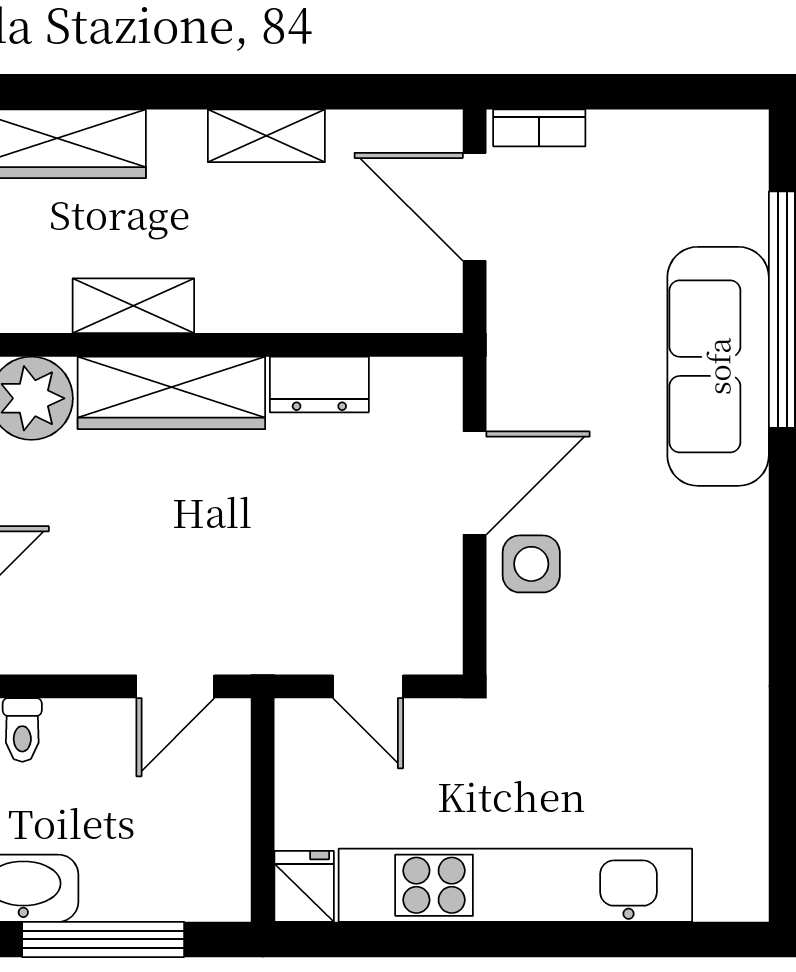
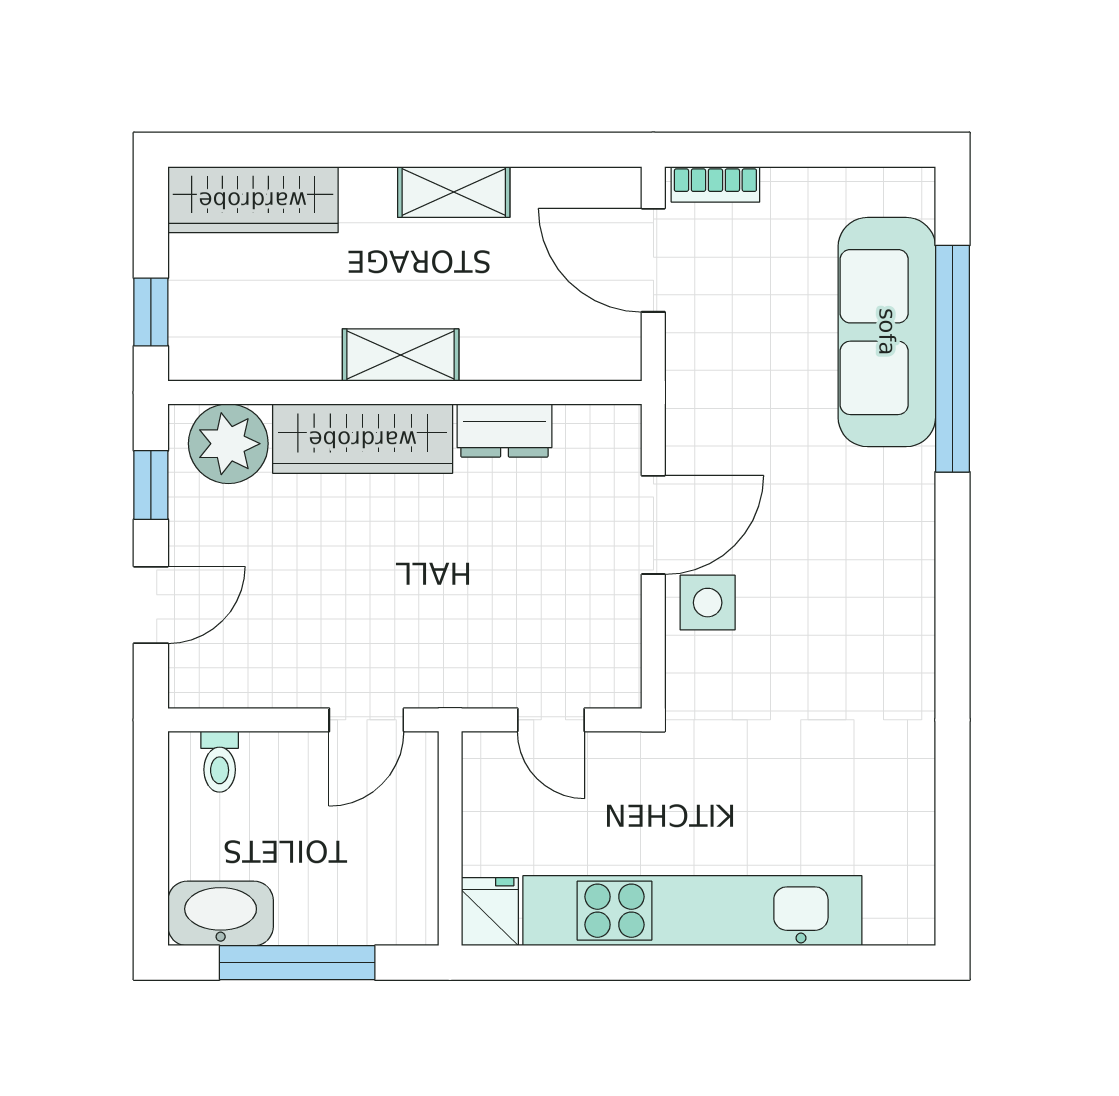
shelving: (133, 306) -> (401, 355), moved
sofa: (718, 366) -> (887, 332), moved

